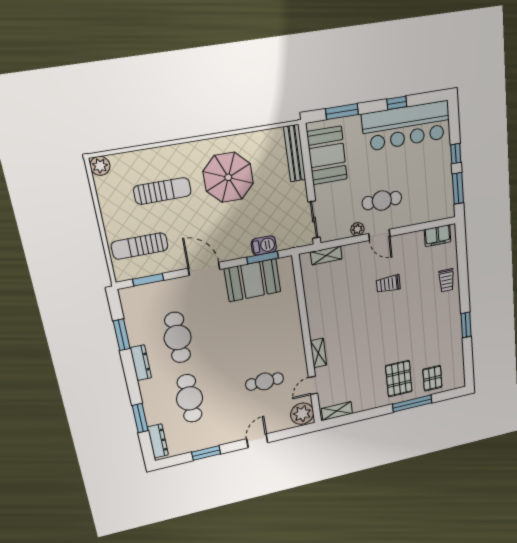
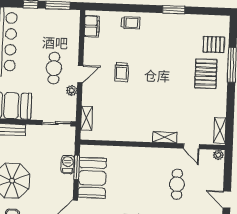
pallet: (399, 379) -> (206, 74), turned 90
plant: (302, 414) -> (218, 155), width x0.53, depth x0.53

